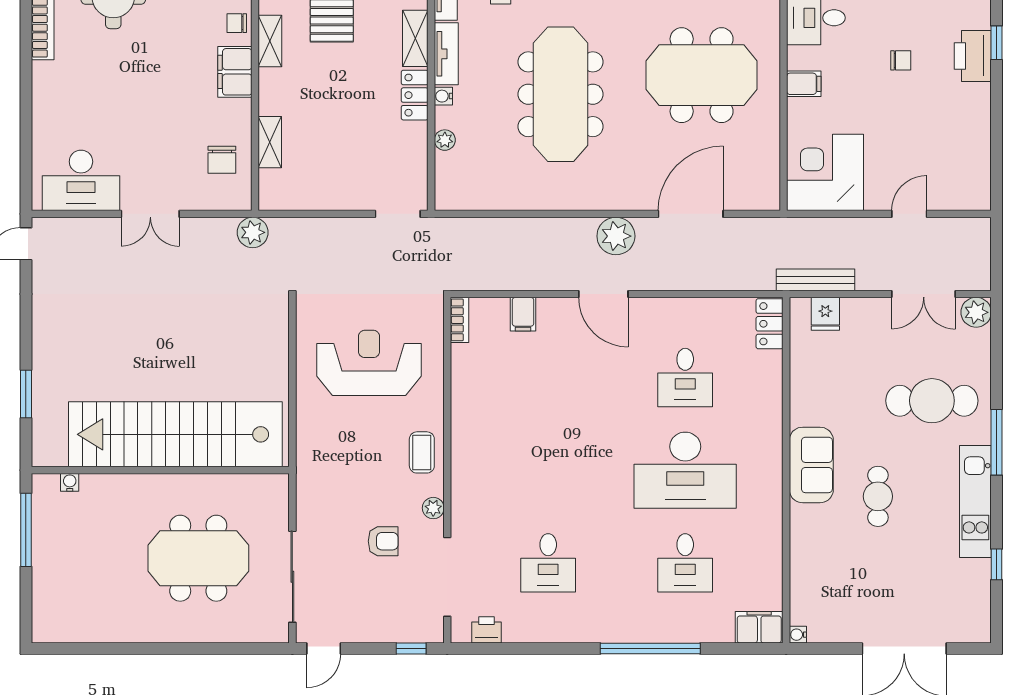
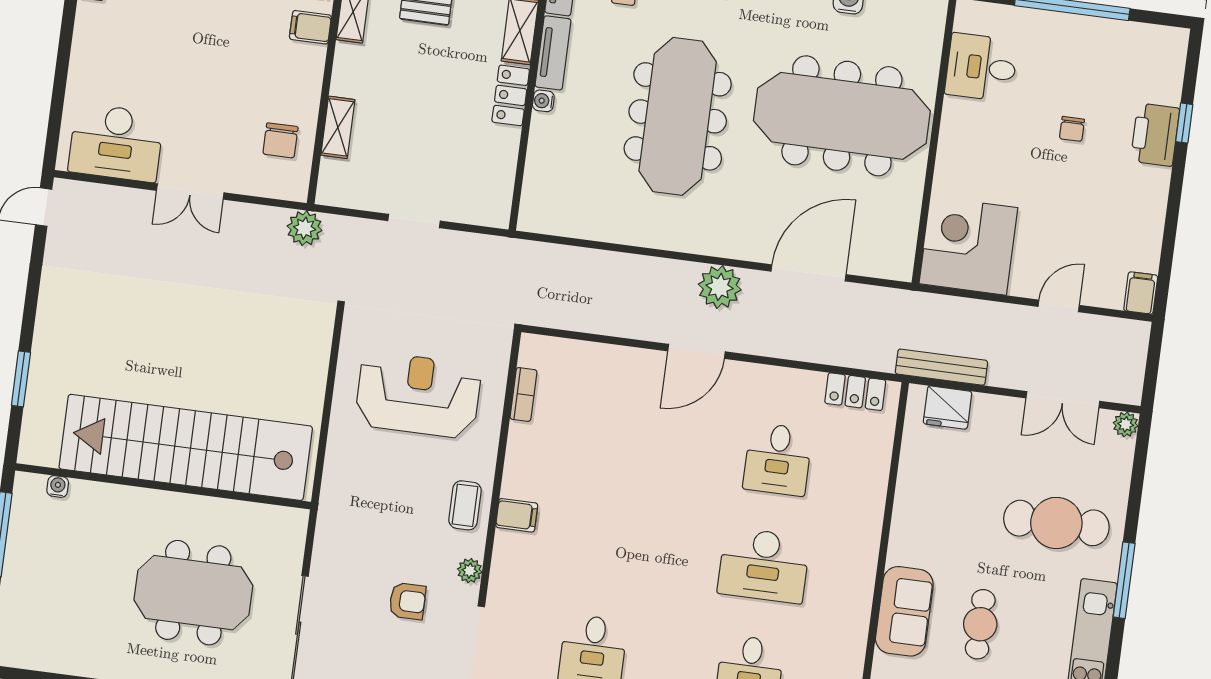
chair: (901, 60) -> (1072, 129), turned 90
filing cabinet: (235, 72) -> (310, 27), width x0.50
meeting table: (702, 75) -> (842, 116), width x1.36
filing cabinet: (804, 84) -> (1141, 293), moved, turned -90
plant: (445, 140) -> (538, 151), removed
doorway: (398, 214) -> (414, 221), moved
door: (603, 294) -> (697, 351), hinge flipped
plant: (976, 312) -> (1126, 424), width x0.73, depth x0.73
filing cabinet: (523, 314) -> (517, 515), moved, turned -90
fridge: (825, 314) -> (948, 408), width x1.38
bookcase: (459, 320) -> (523, 394), moved
locker: (770, 324) -> (855, 392), moved, turned -90
sofa: (811, 465) -> (904, 611), moved
desk: (685, 470) -> (764, 565), width x0.73, depth x0.77

